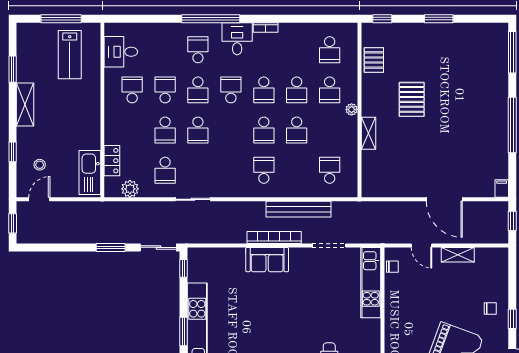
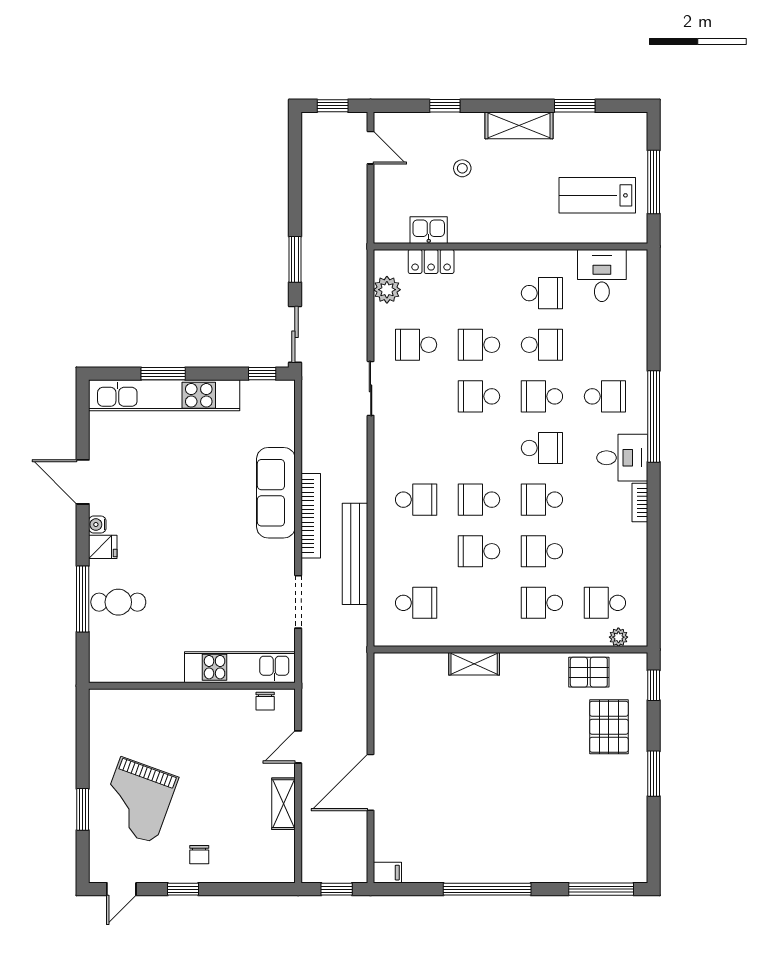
pallet: (412, 99) -> (609, 727), moved, turned 90
plant: (352, 109) -> (618, 637), moved
stool: (40, 165) -> (462, 168), moved
kitchen sink: (90, 173) -> (429, 230), width x0.53, depth x0.81
sofa: (267, 260) -> (276, 493), width x1.36

